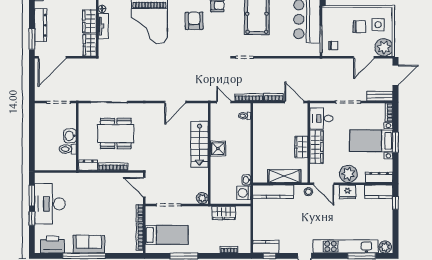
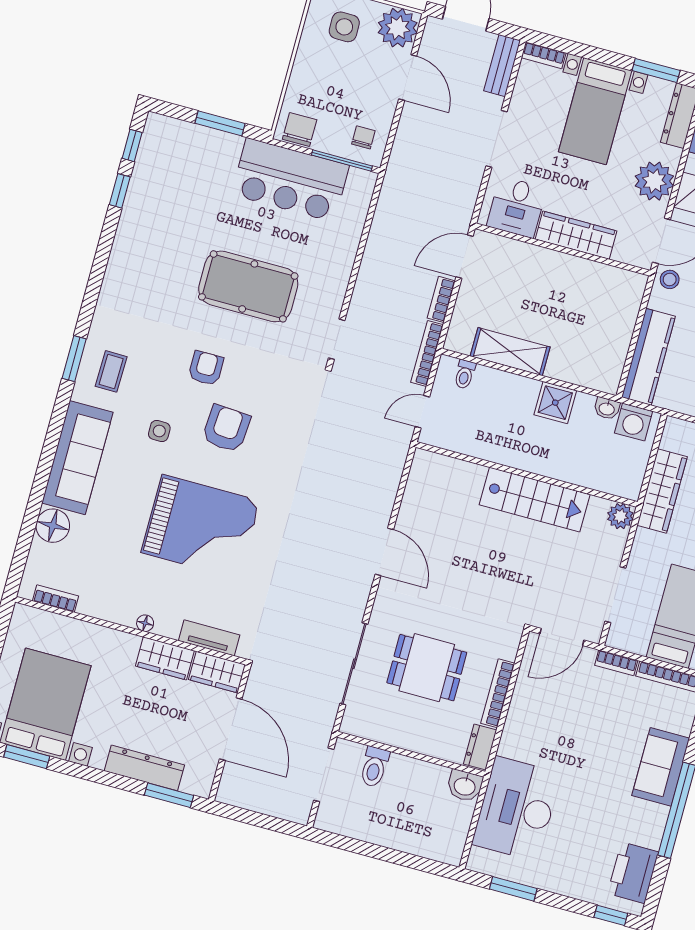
armchair: (194, 21) -> (226, 428), turned 94
tv unit: (103, 26) -> (209, 638), moved
chair: (359, 27) -> (300, 129), moved
door: (52, 57) -> (231, 729), moved
door: (175, 102) -> (384, 552), moved
dining table: (116, 133) -> (427, 668), width x0.73
washbasin: (70, 136) -> (465, 786), moved
window: (395, 142) -> (656, 70), moved
stairs: (199, 144) -> (535, 500), moved
wardrobe: (301, 147) -> (567, 268), removed
shower: (218, 148) -> (555, 403), moved
toilet: (68, 149) -> (374, 767), moved
shelving: (284, 176) -> (510, 352), moved, turned 90
desk: (50, 204) -> (517, 809), moved, turned 90
wardrobe: (224, 213) -> (662, 491), width x1.50
window: (32, 218) -> (611, 915), moved
sofa: (89, 244) -> (661, 767), moved

